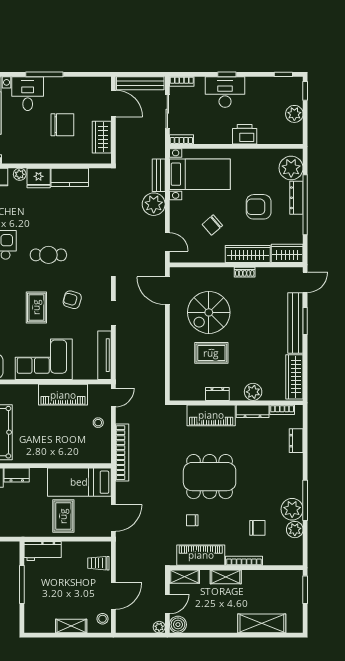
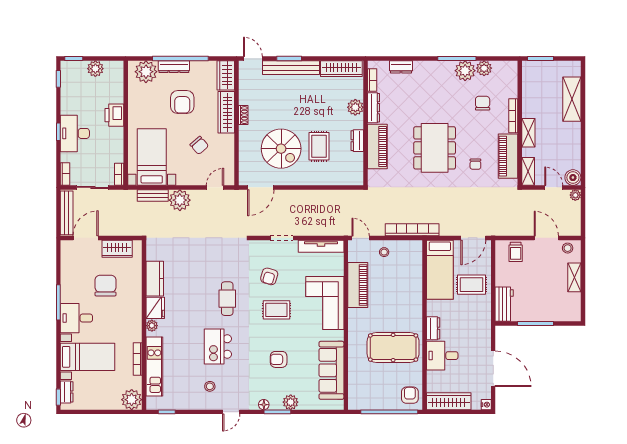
door: (113, 518) -> (473, 238), swing flipped

